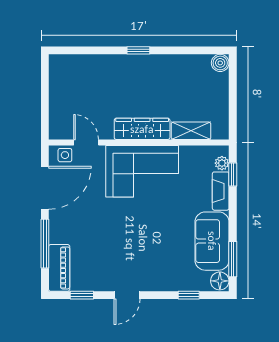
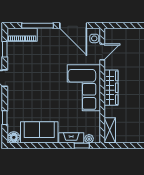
shelving: (191, 131) -> (110, 130), moved
window: (233, 259) -> (28, 146), removed

